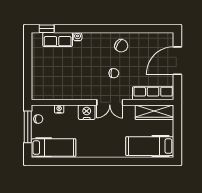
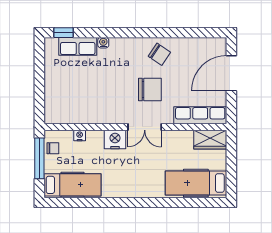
chair: (114, 73) -> (150, 90), width x1.87, depth x1.87
wardrobe: (155, 112) -> (210, 140), width x0.67

